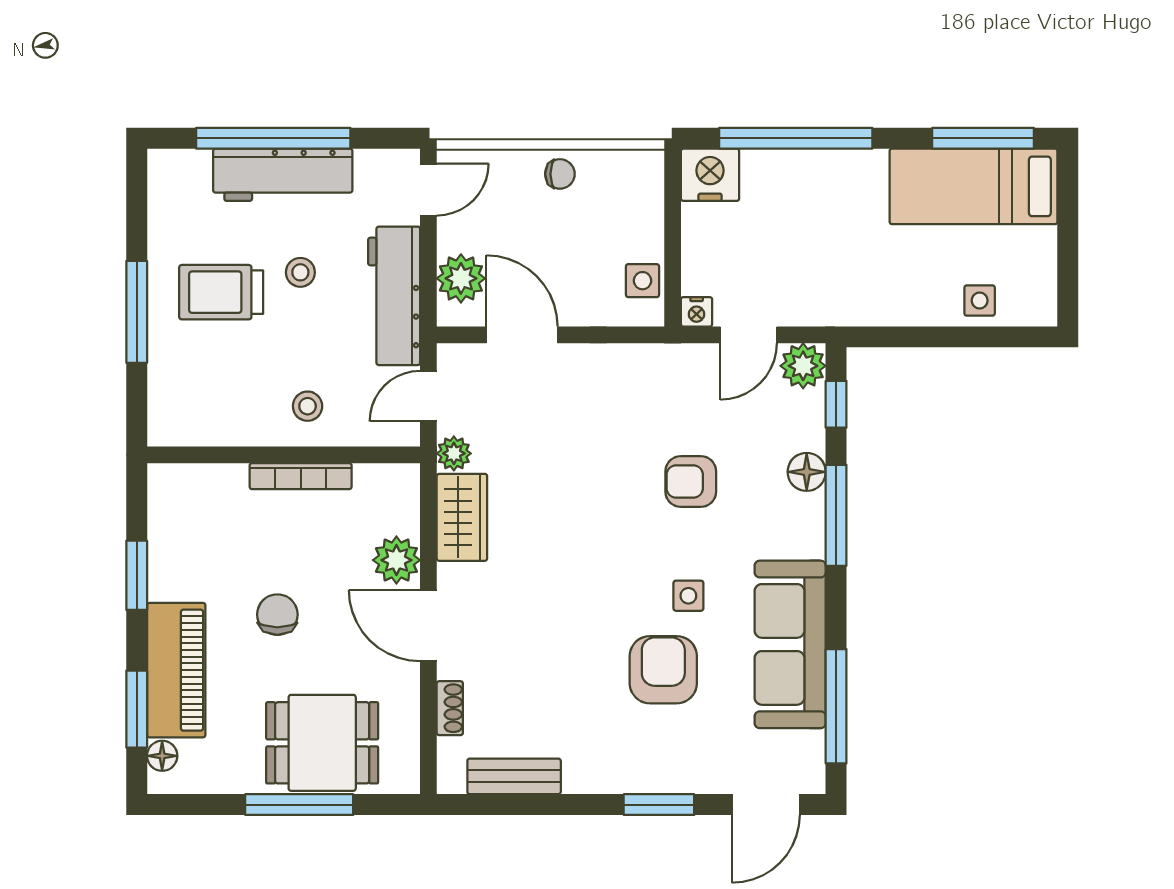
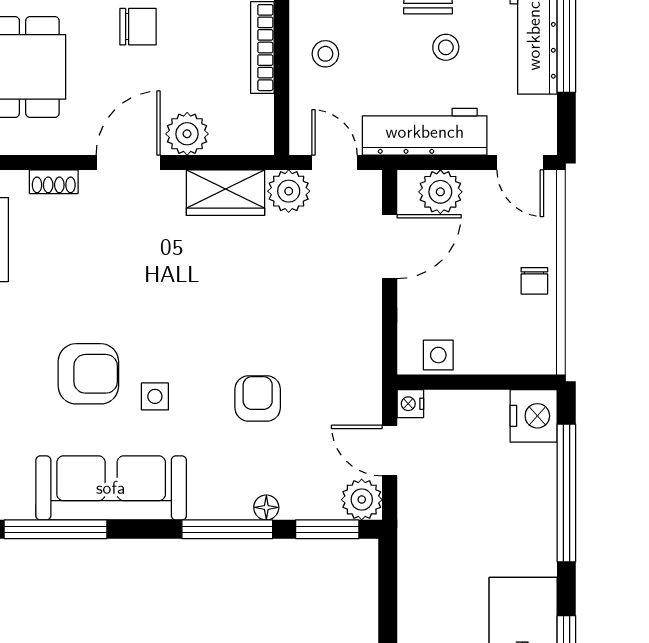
window: (836, 404) -> (327, 529), width x1.50
plant: (454, 453) -> (289, 191), width x1.38, depth x1.38
floor lamp: (807, 472) -> (266, 507), width x0.73, depth x0.73

